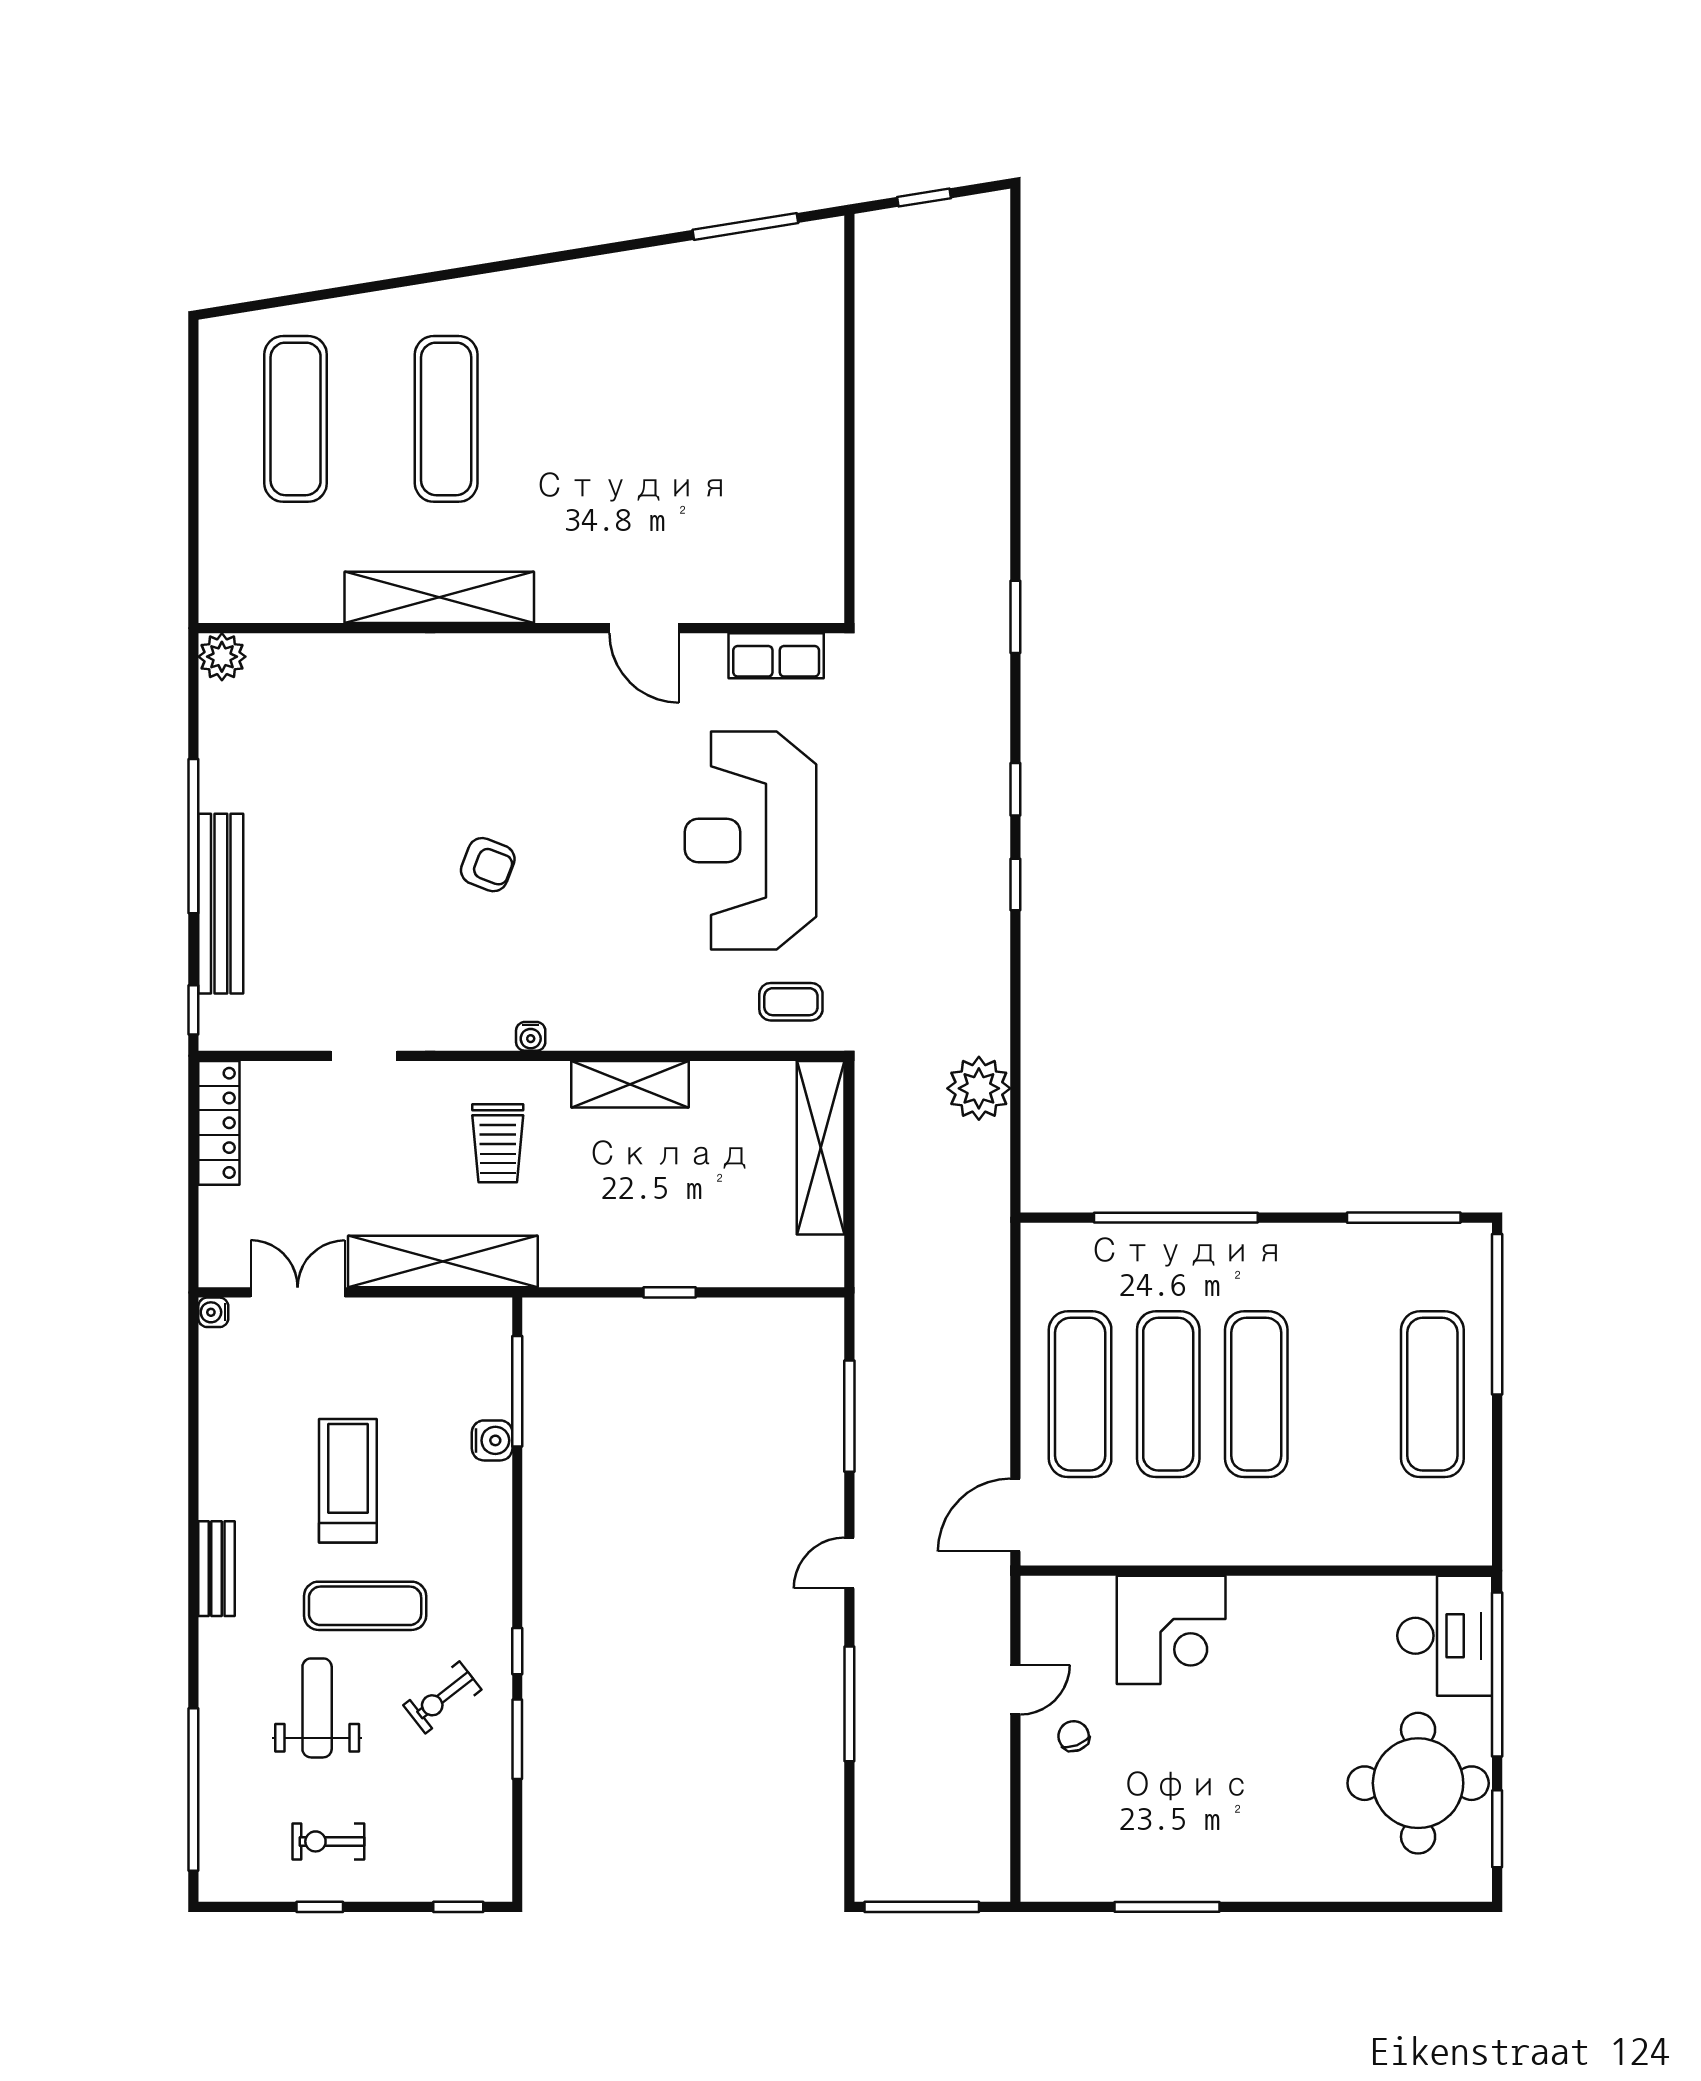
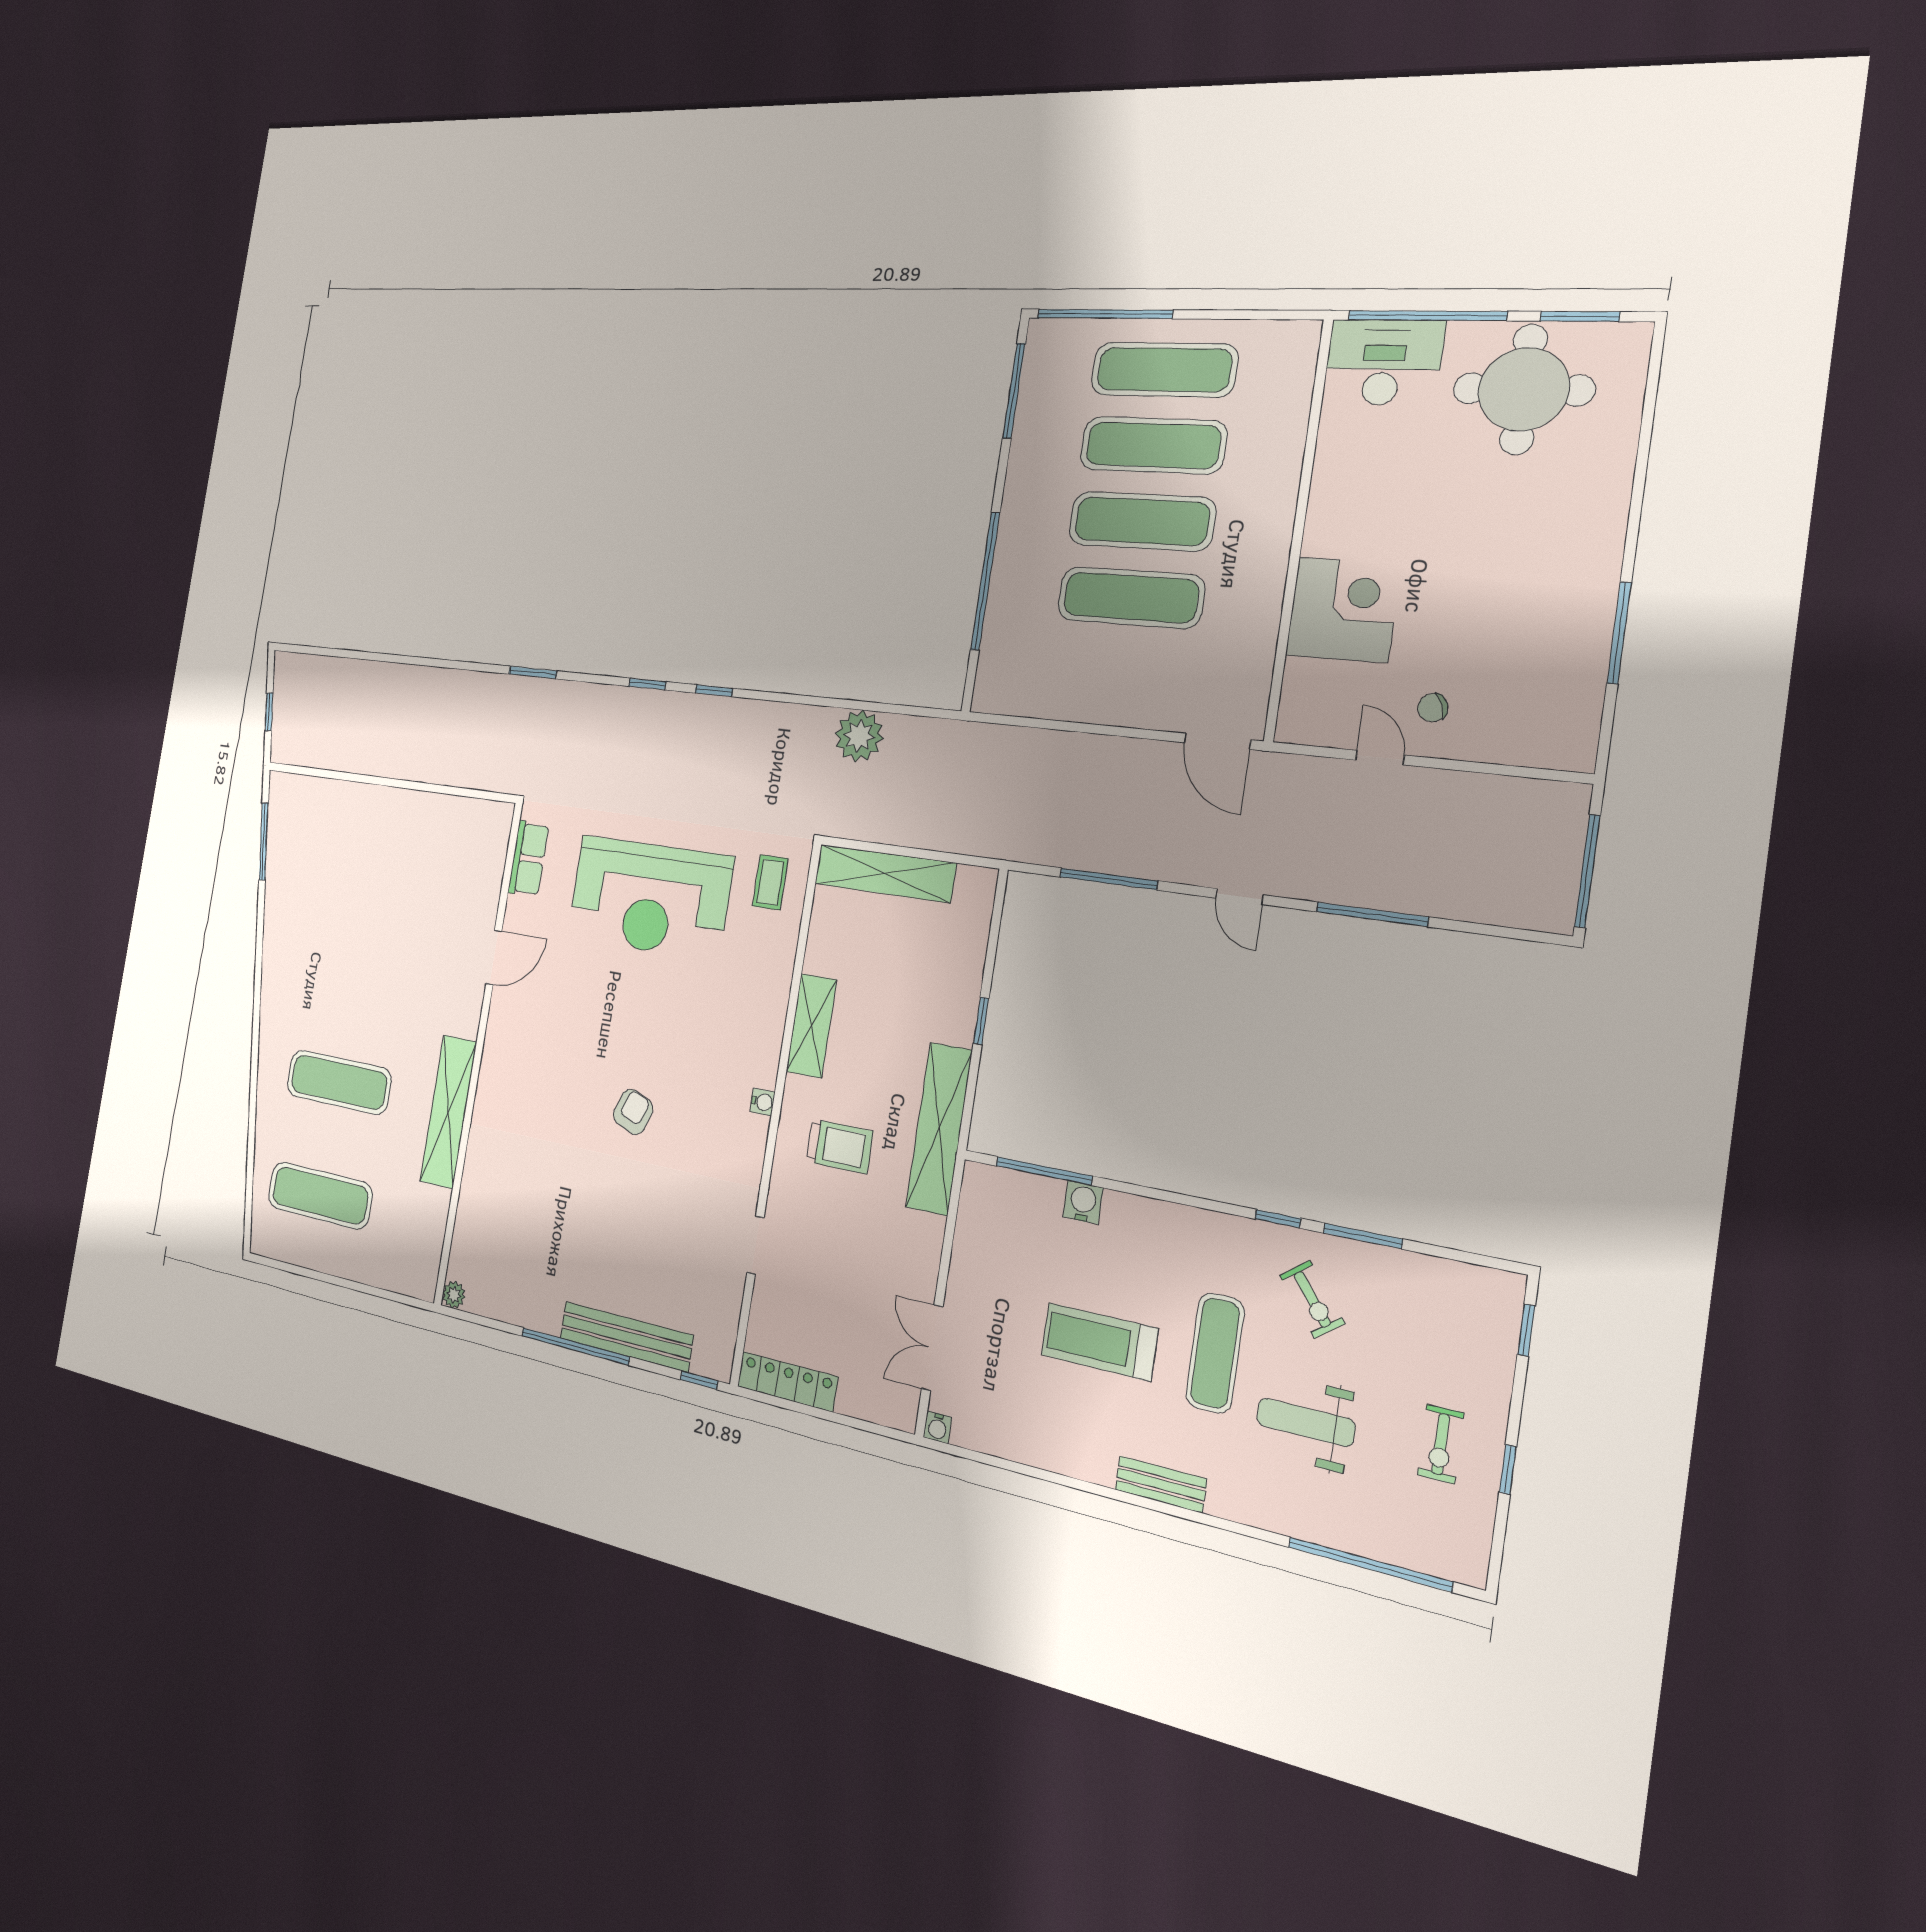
plant: (222, 657) -> (454, 1295), width x0.73, depth x0.73
shelving: (443, 1262) -> (939, 1129), moved
exercise mat: (1080, 1394) -> (1153, 445), moved

